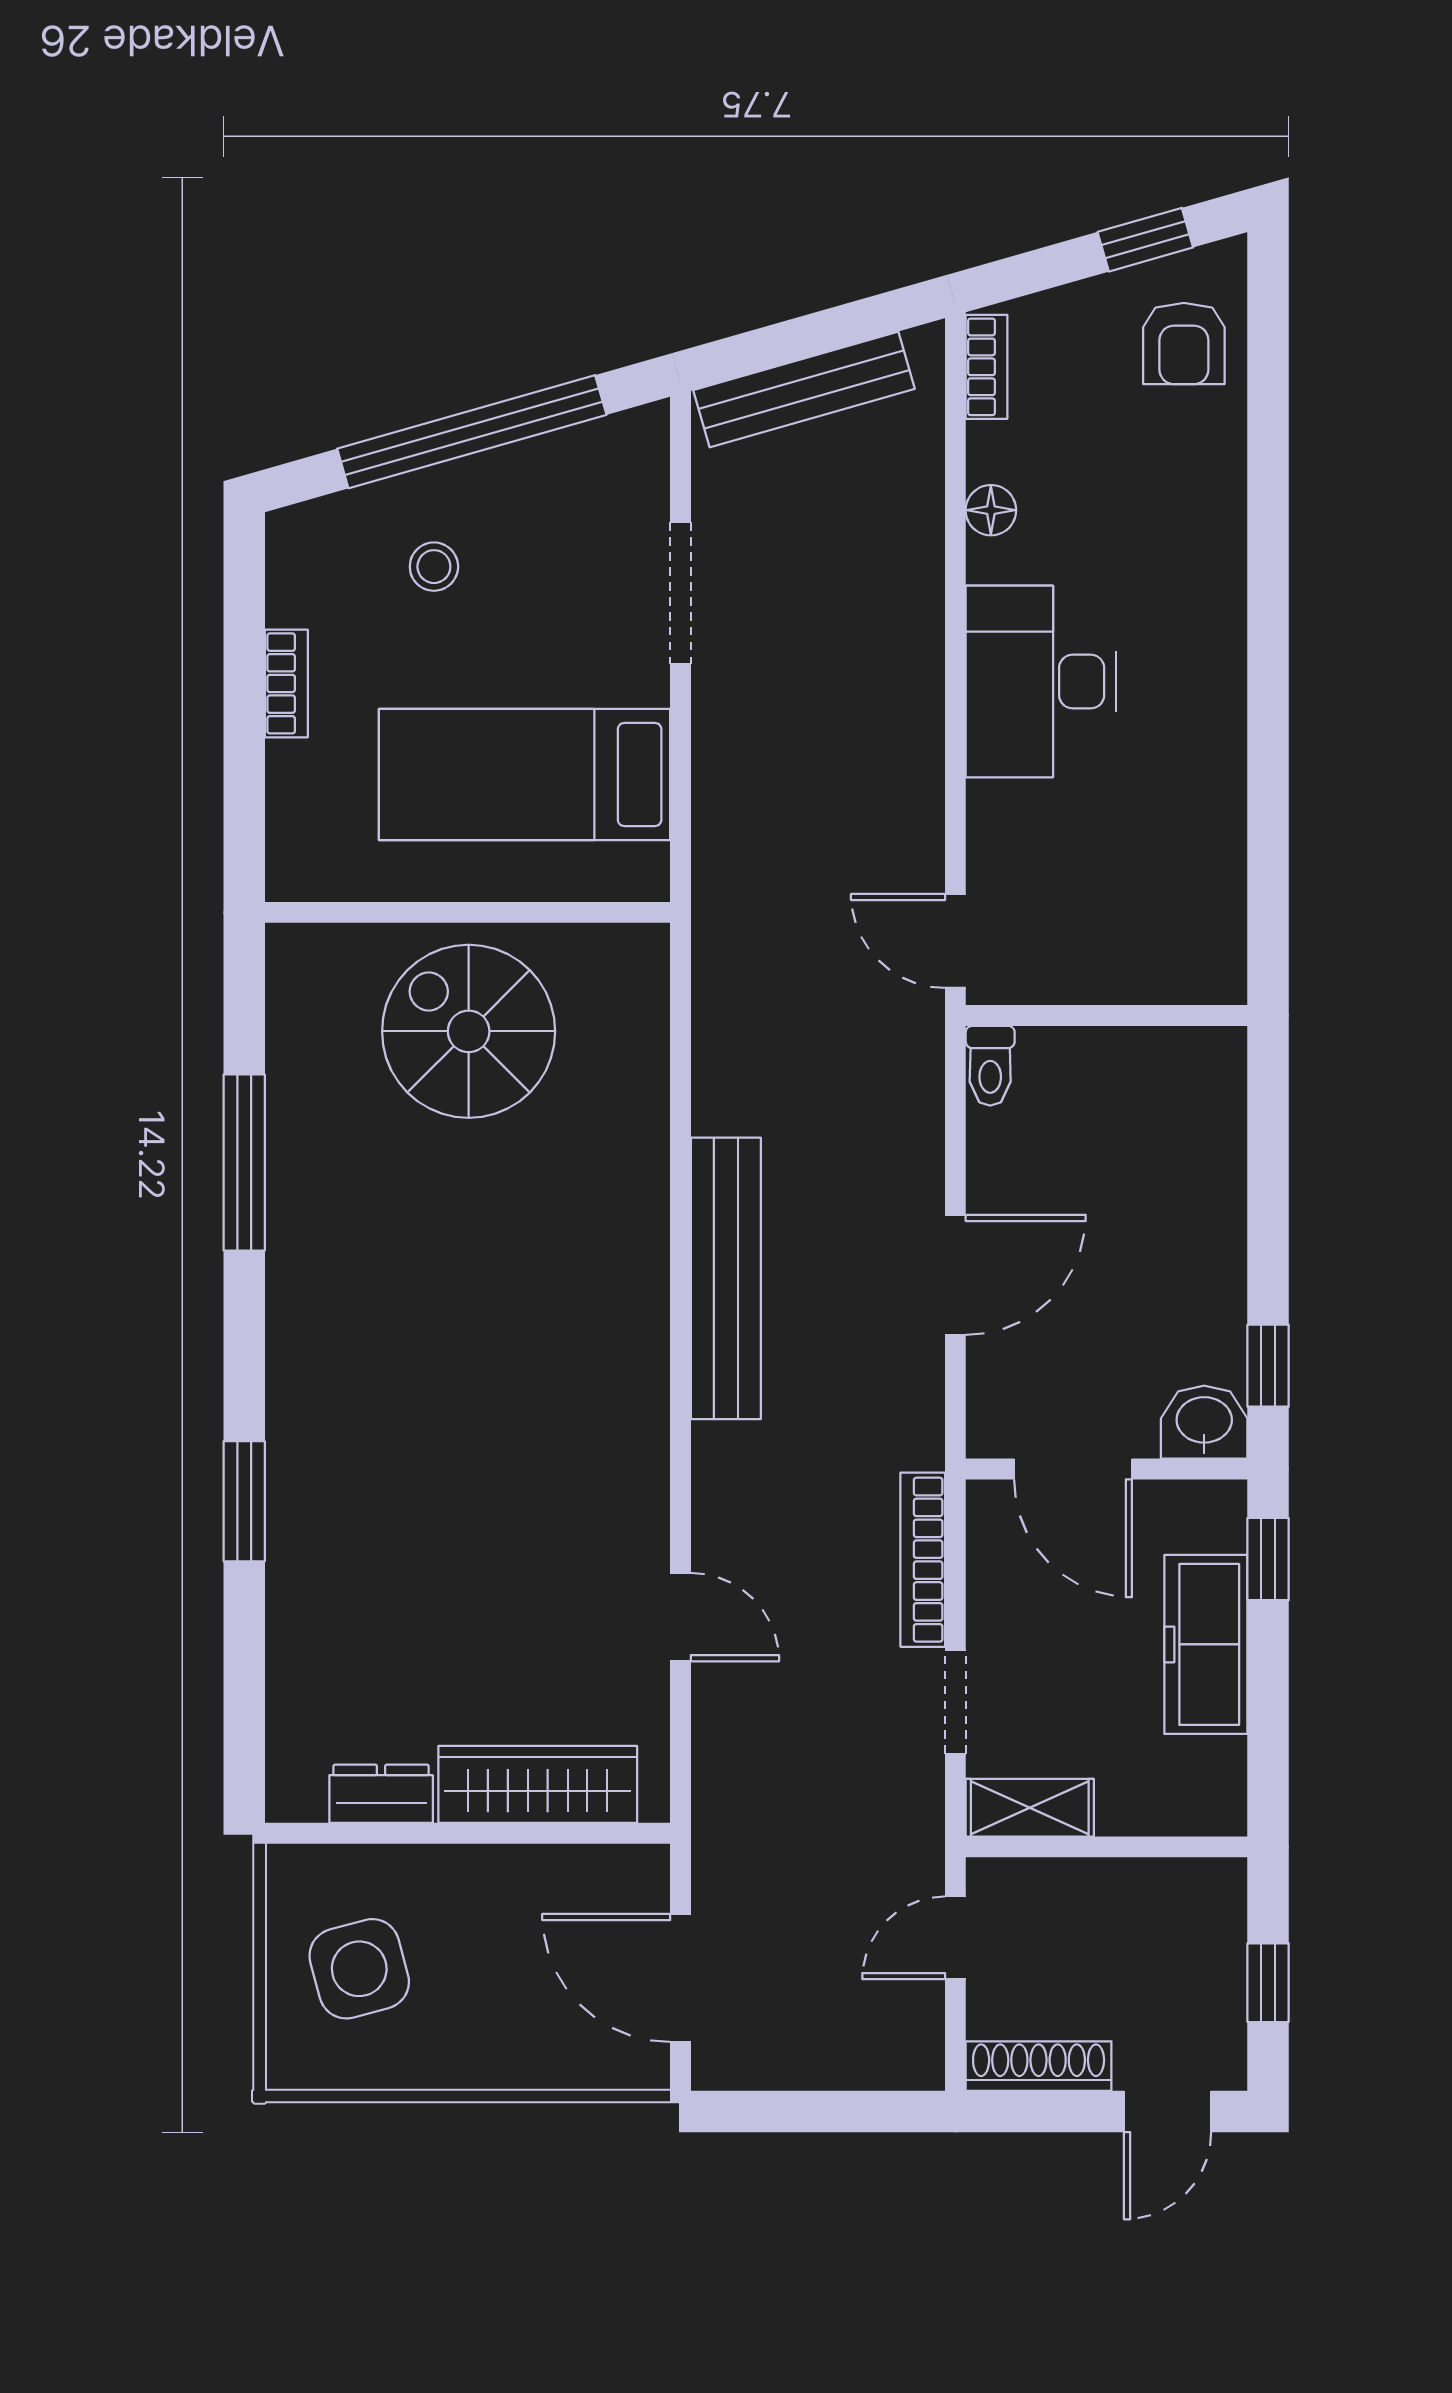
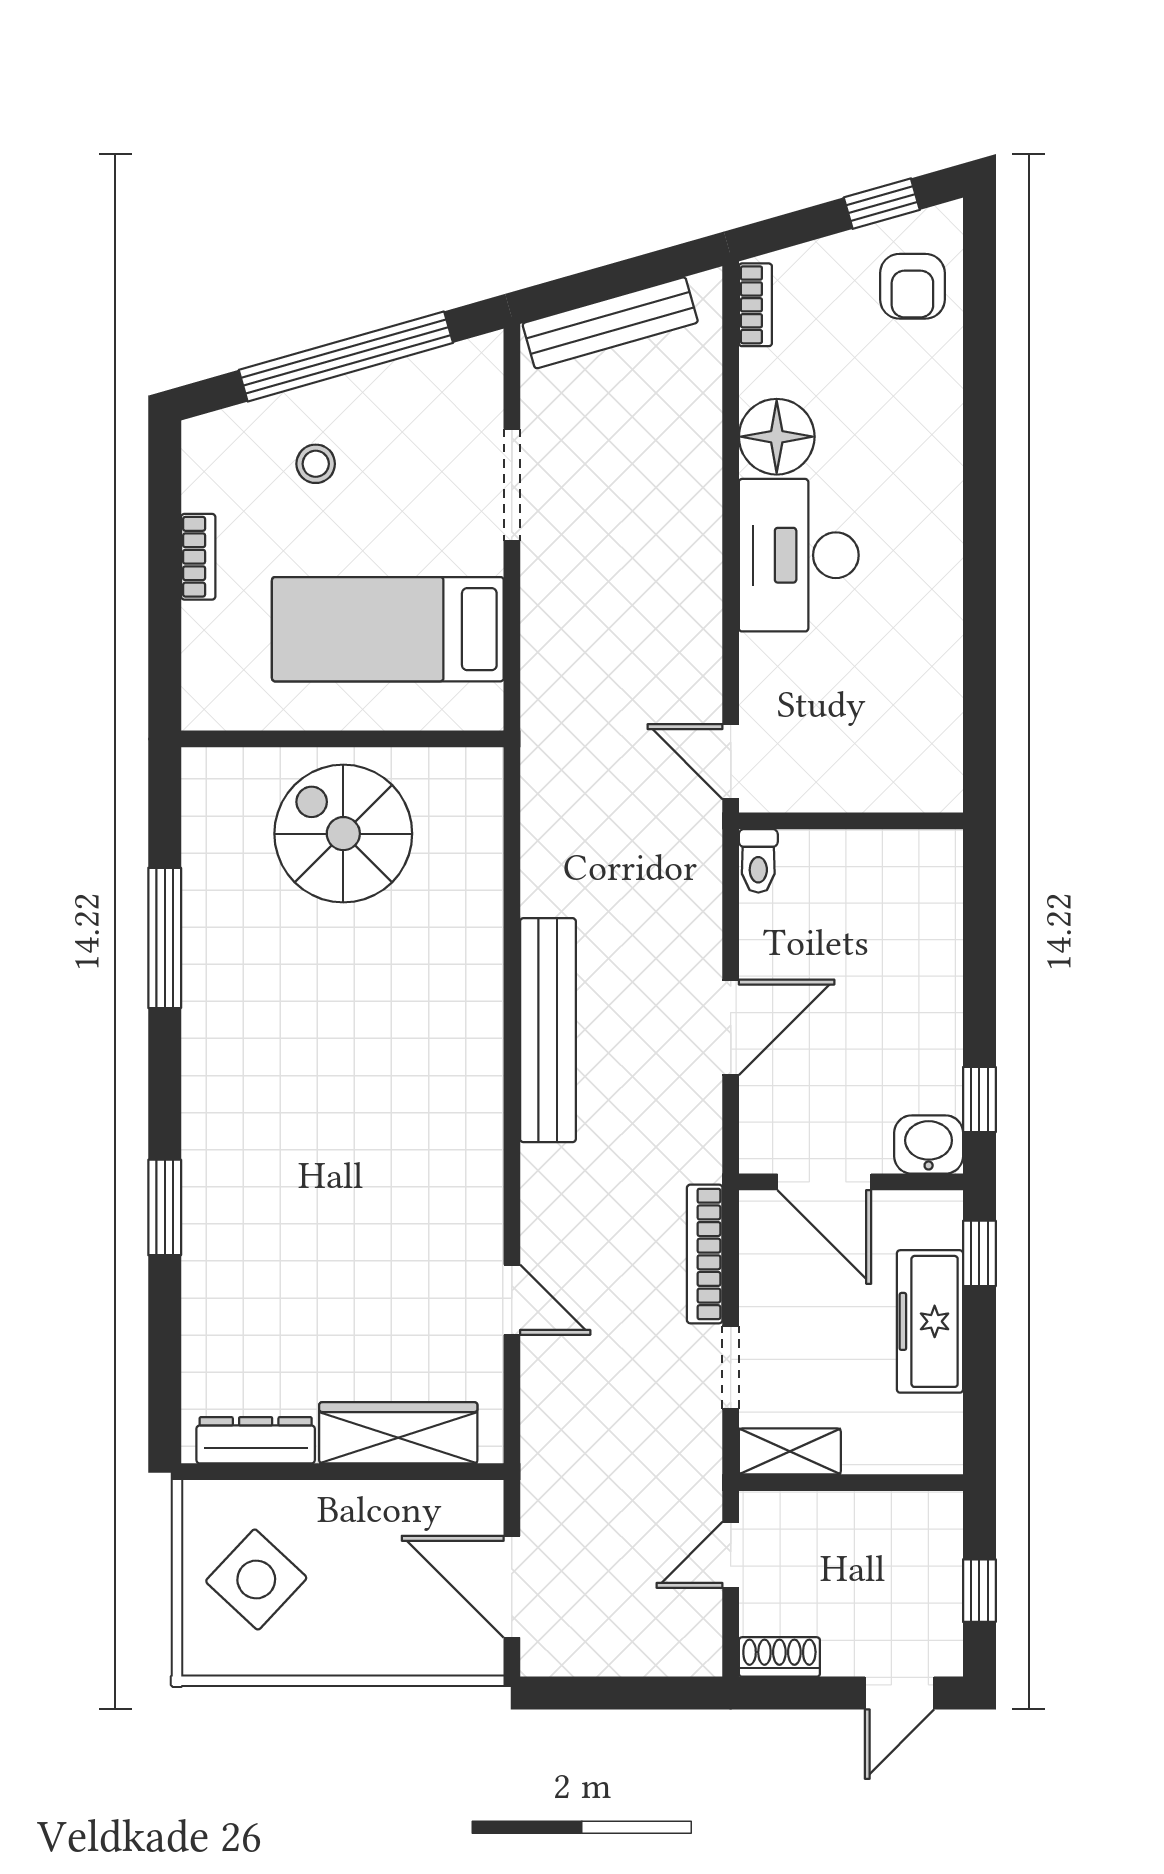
floor lamp: (991, 510) -> (777, 437), width x1.89, depth x1.89
dresser: (381, 1794) -> (256, 1440), width x1.44
side table: (359, 1969) -> (256, 1579), turned -32
shoe rack: (1039, 2066) -> (779, 1657), width x0.70

